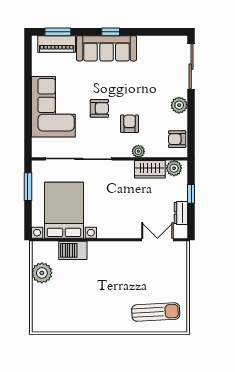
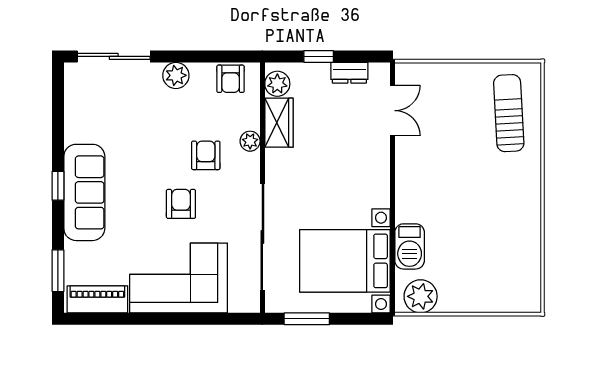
piano: (57, 44) -> (97, 299), moved, turned -90
armchair: (130, 124) -> (206, 155), turned 90
double door: (157, 240) -> (392, 111), swing flipped
plant: (42, 273) -> (421, 296), moved

